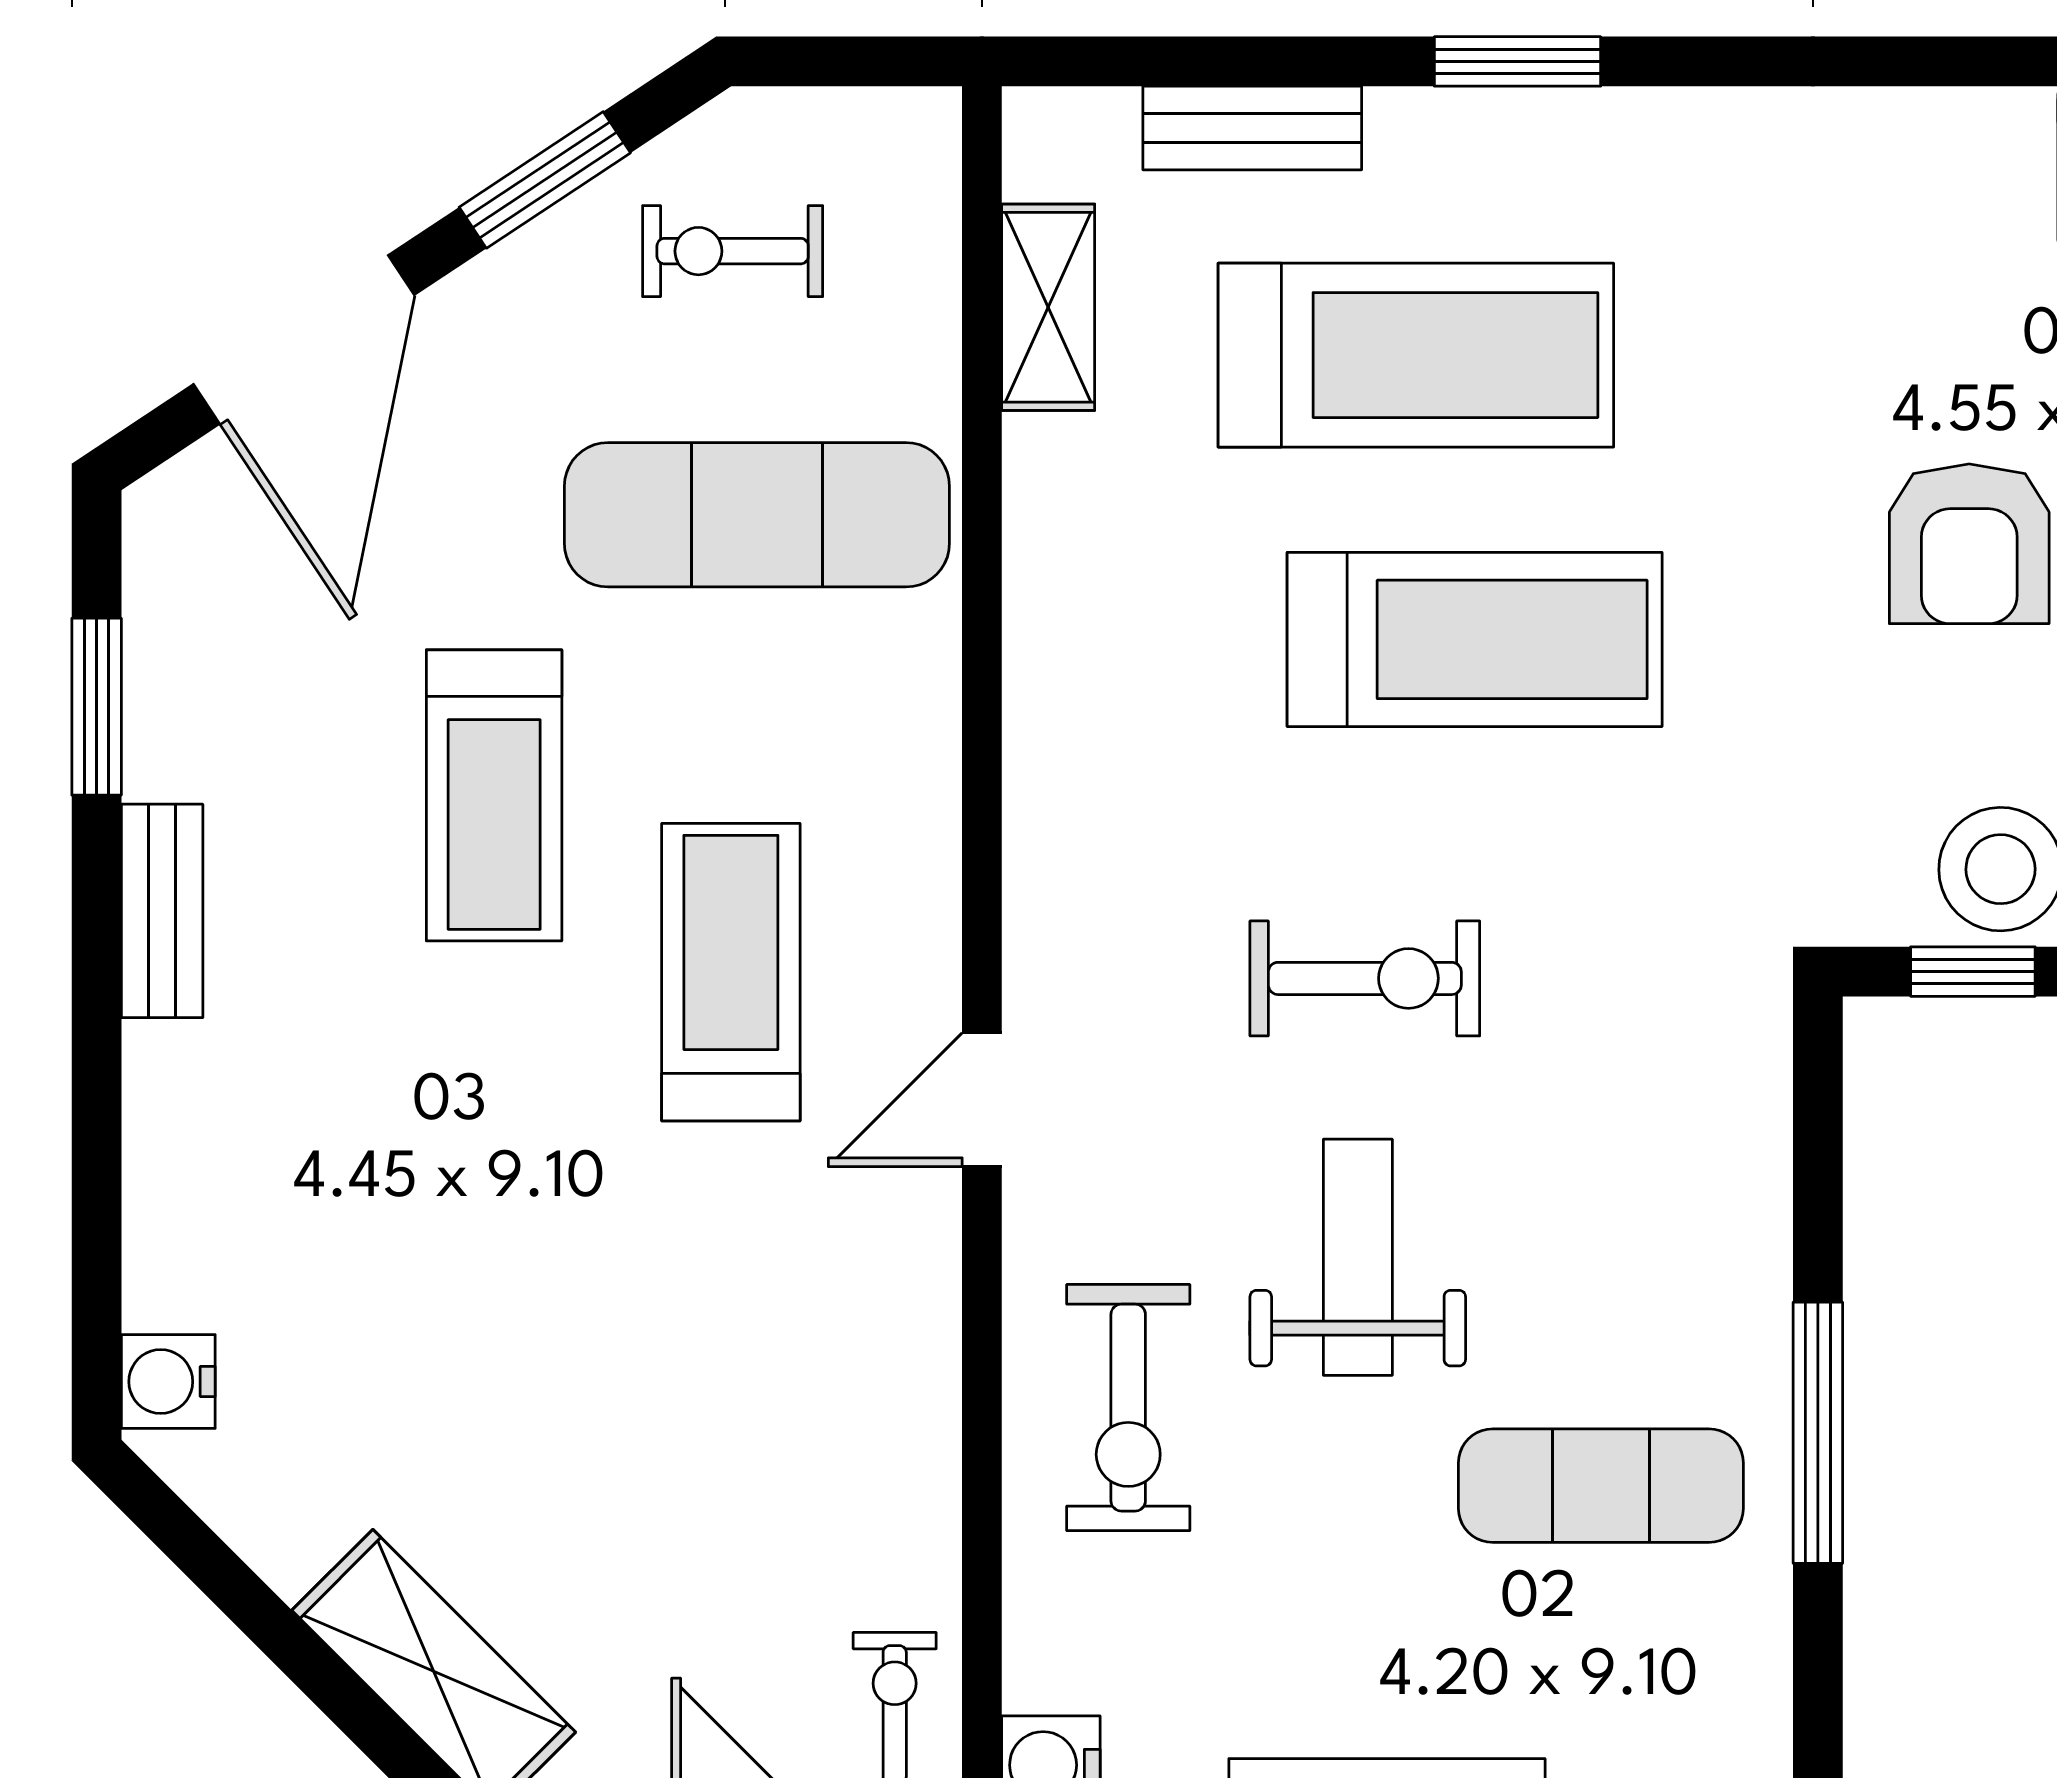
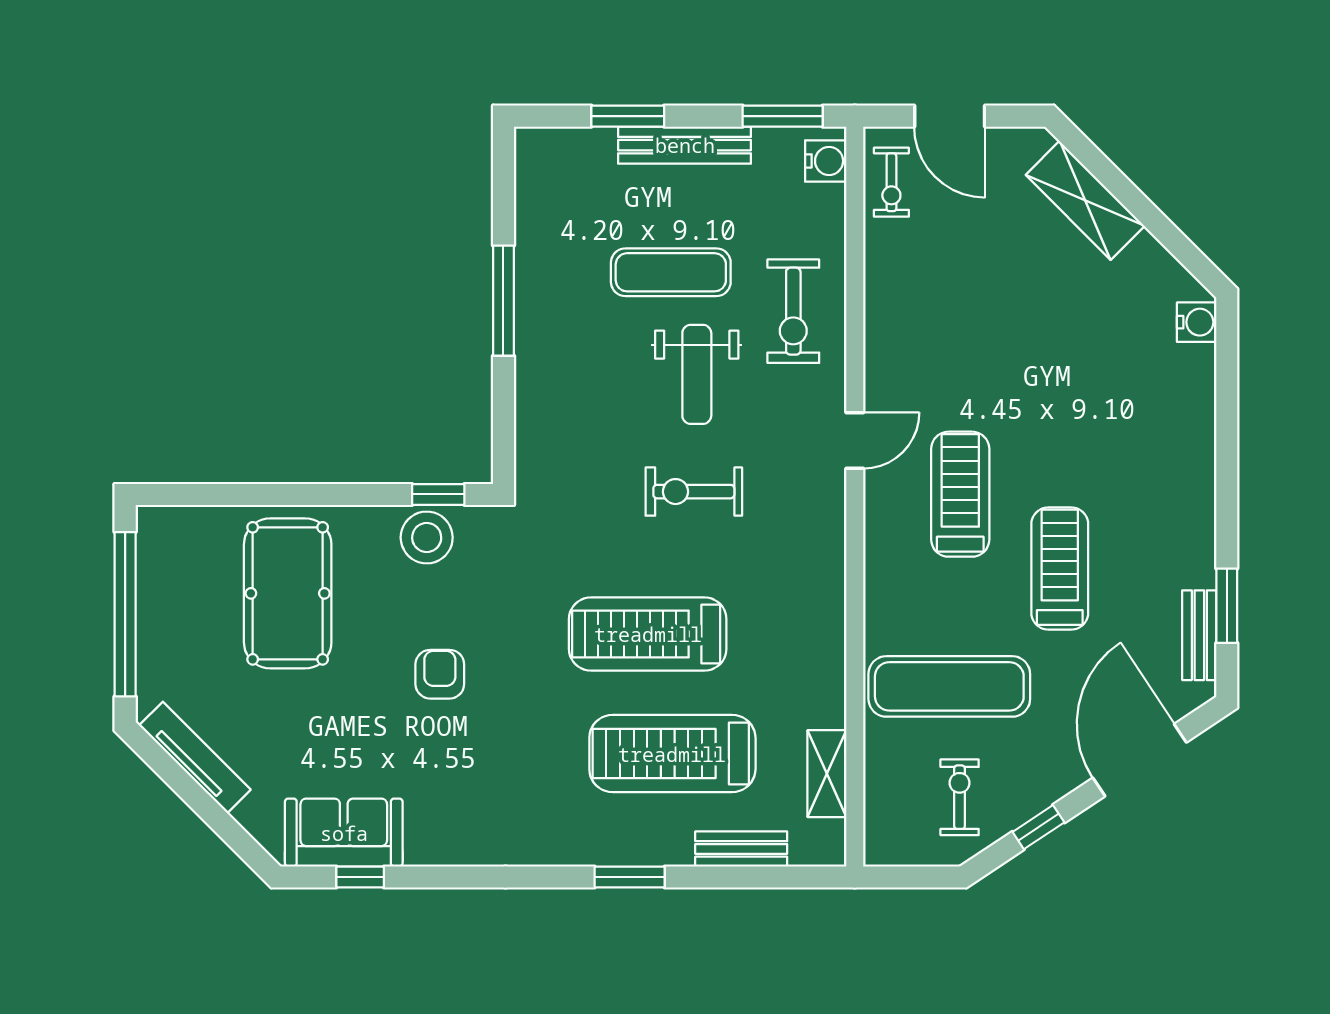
window: (545, 180) -> (1038, 827), width x0.67
exercise bike: (733, 251) -> (960, 797), turned -90
armchair: (1969, 544) -> (440, 674), width x0.72, depth x0.72
bench: (162, 911) -> (1199, 635), moved
treadmill: (731, 972) -> (960, 494), turned 180
exercise bike: (1128, 1408) -> (793, 311), turned 180
exercise mat: (1601, 1486) -> (671, 272), moved

